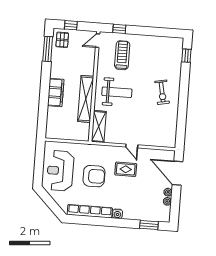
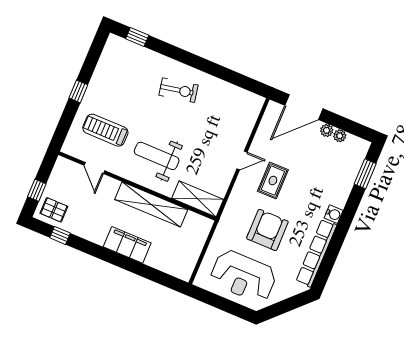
window: (119, 29) -> (78, 91), moved
door: (98, 41) -> (94, 168), moved
window: (48, 49) -> (60, 235), width x0.46
weight bench: (117, 92) -> (157, 156), turned -90

